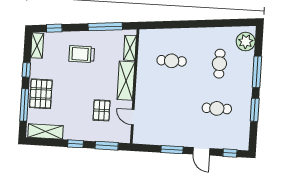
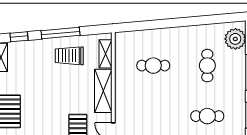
window: (105, 27) -> (60, 33), moved
trolley: (82, 54) -> (69, 56), moved

